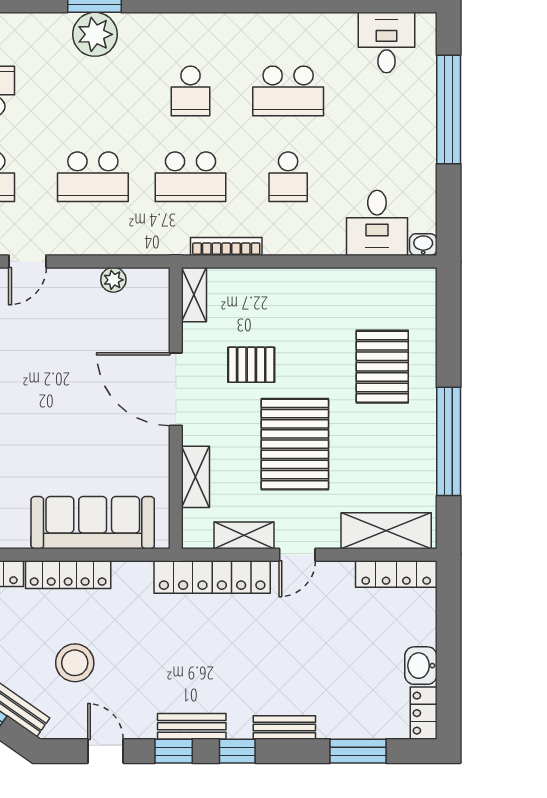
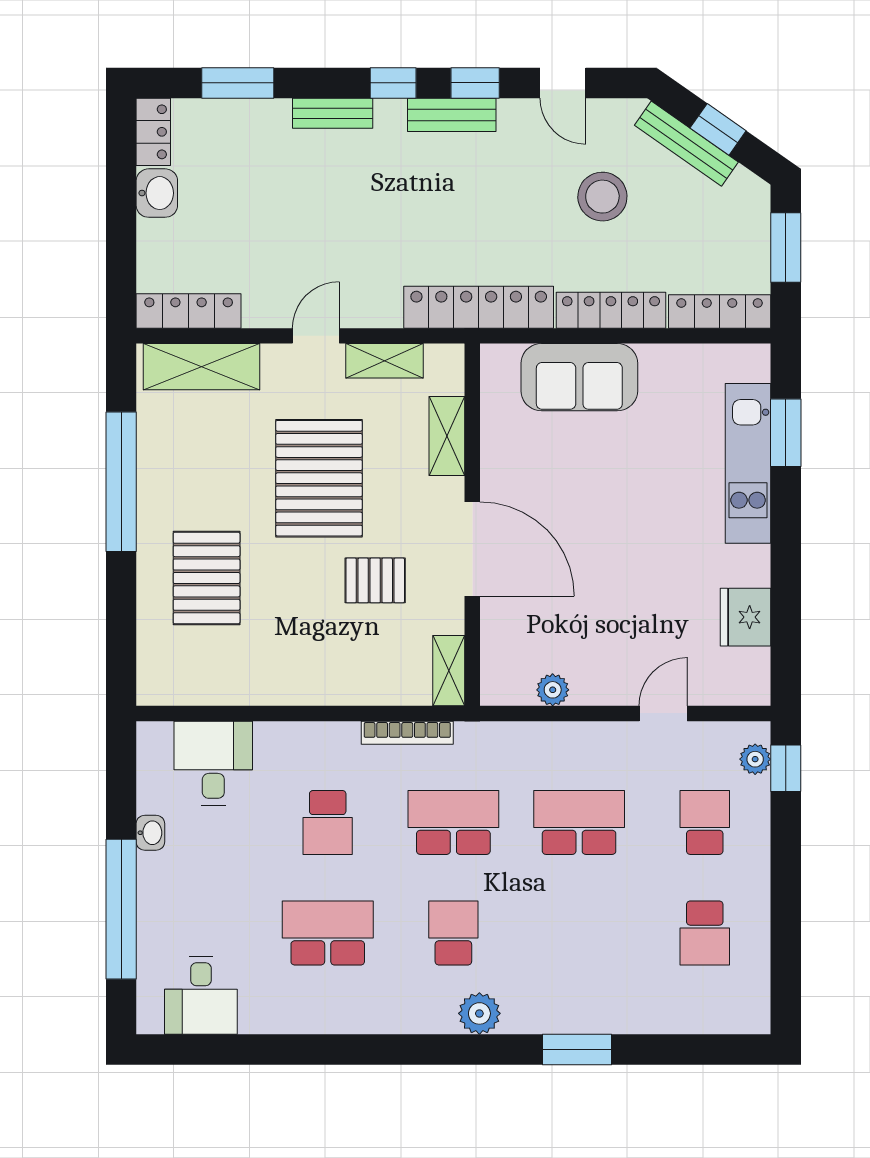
plant: (95, 34) -> (479, 1013), moved, width x0.73, depth x0.73
school desk: (288, 177) -> (328, 822), turned 180
washbasin: (423, 245) -> (150, 833), moved, turned -90
sofa: (93, 523) -> (579, 377), width x0.73
locker: (212, 577) -> (479, 307), moved

